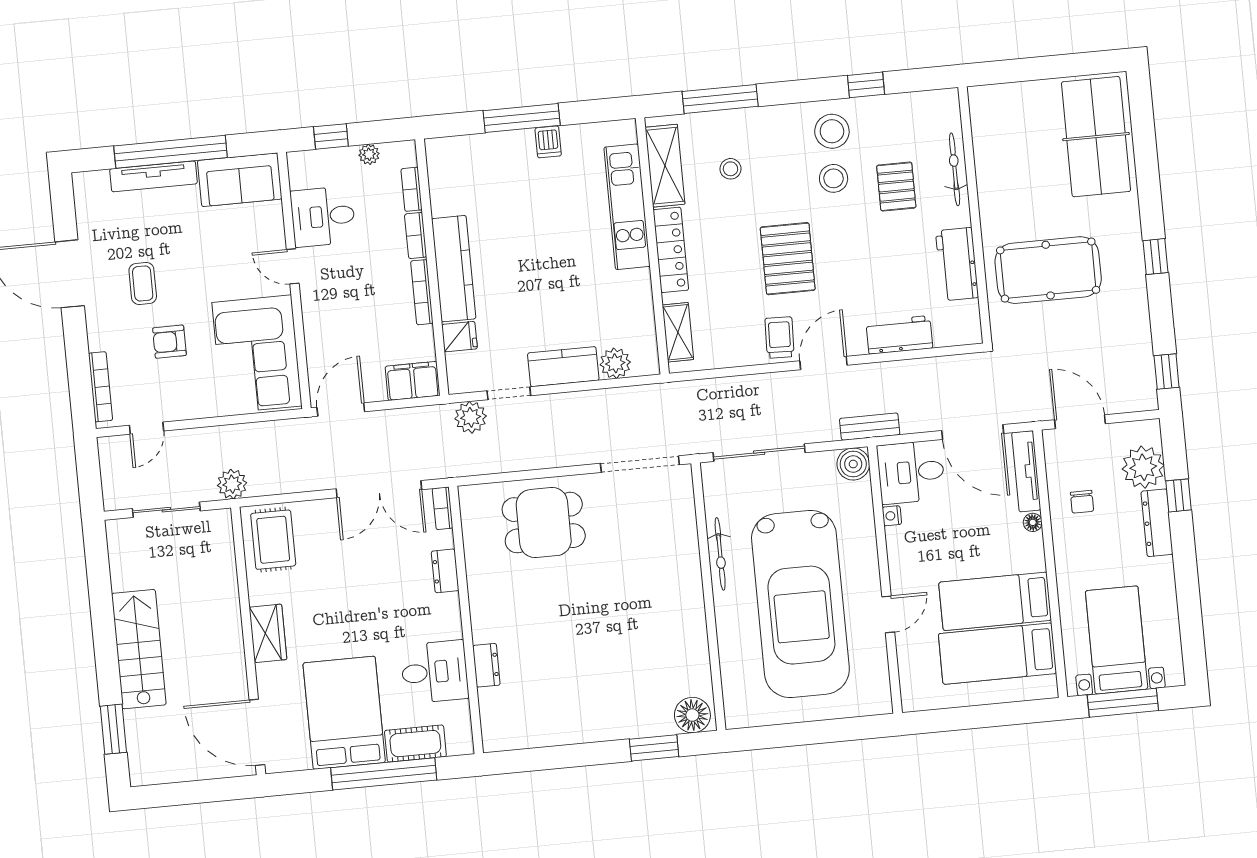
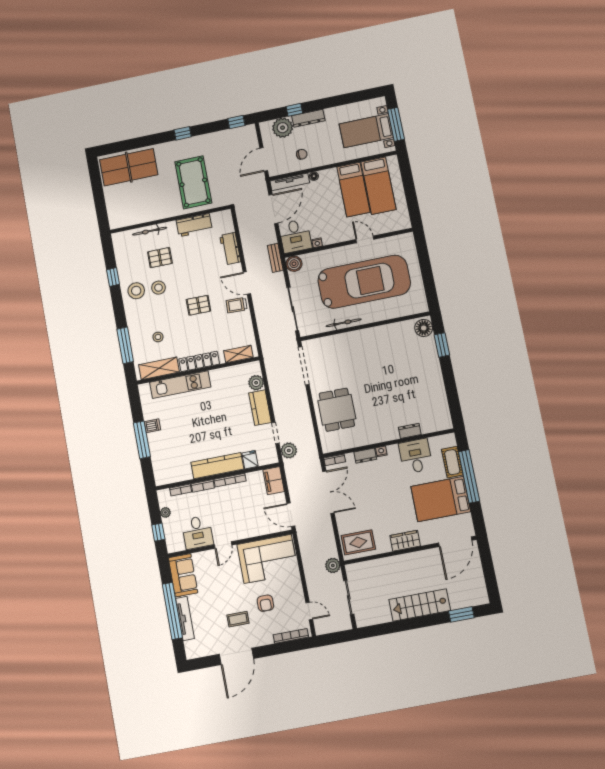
pallet: (788, 259) -> (198, 305), width x0.67, depth x0.71
nightstand: (451, 604) -> (381, 451), added

